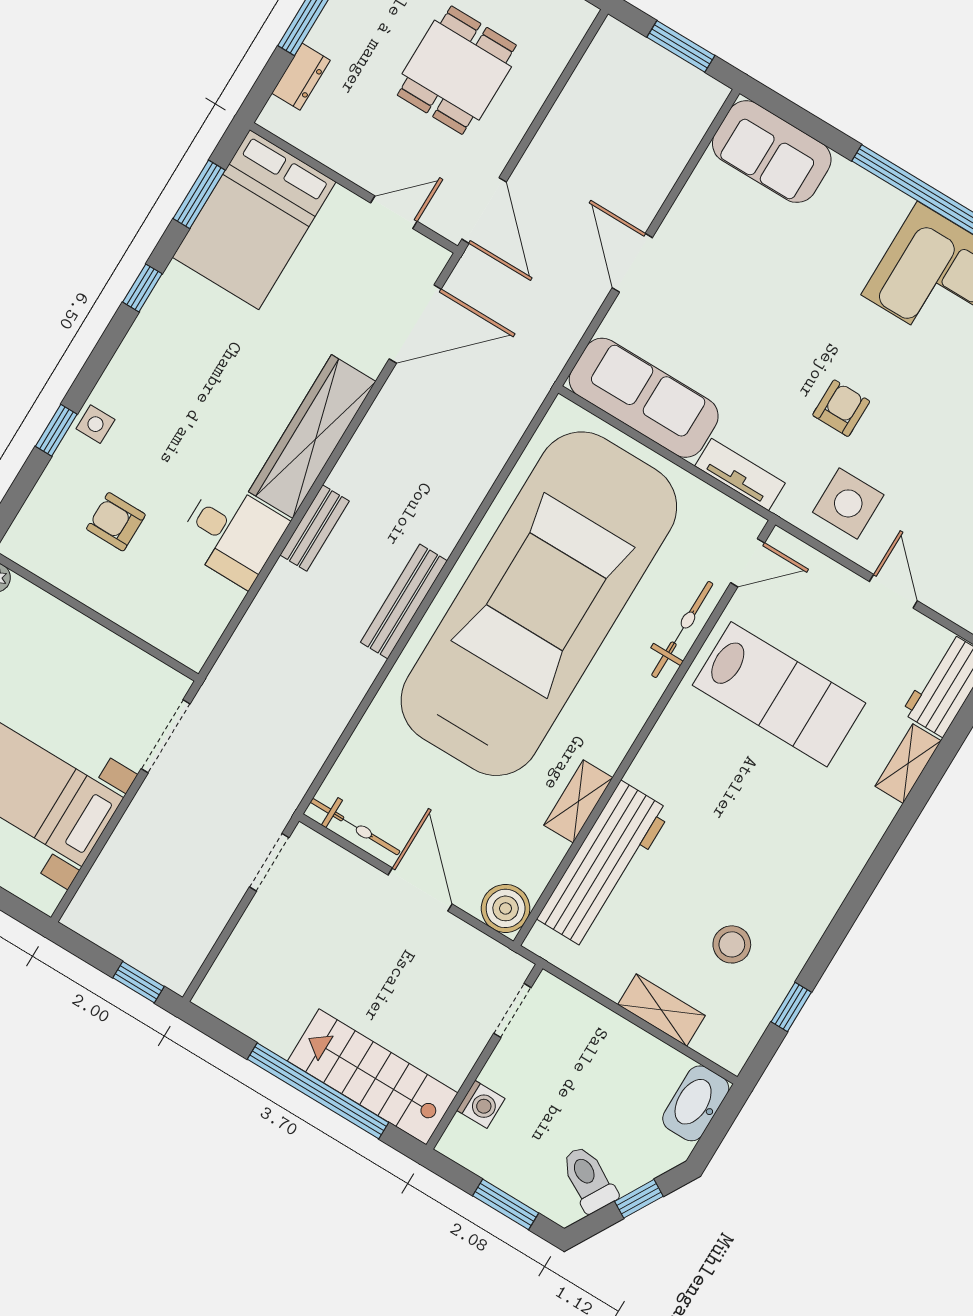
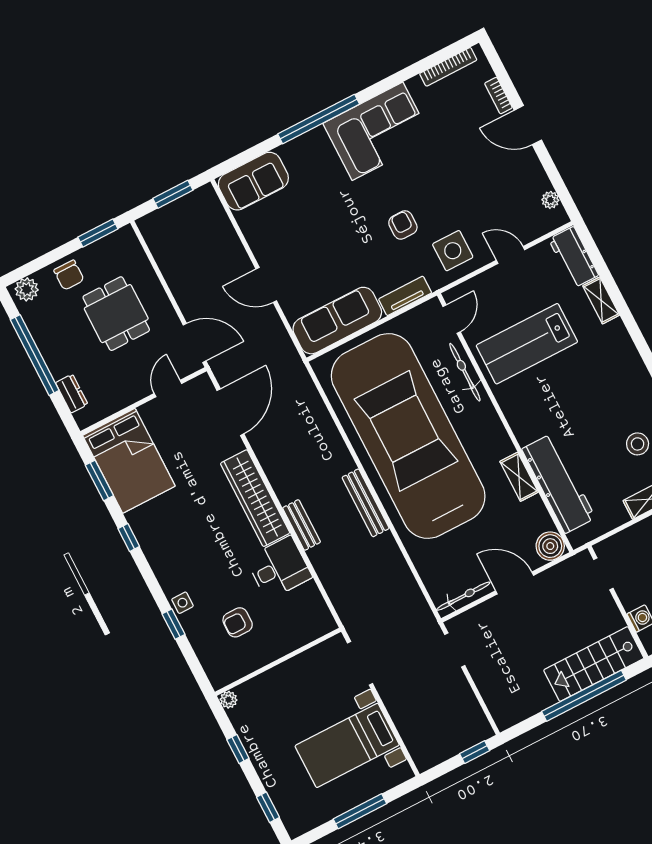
lab bench: (779, 694) -> (527, 344), turned 180

